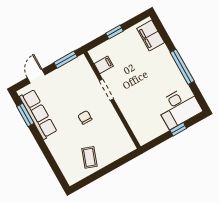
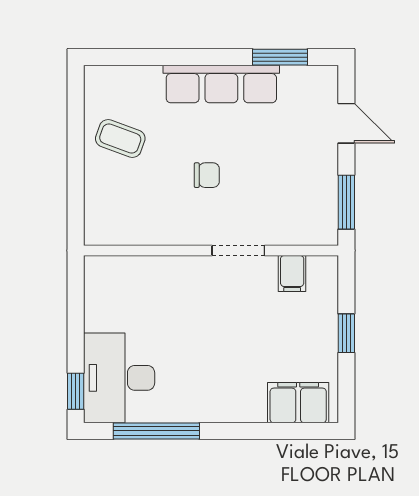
window: (182, 67) -> (156, 431), moved
row of seats: (38, 114) -> (221, 84), moved
window: (178, 129) -> (76, 391), moved

